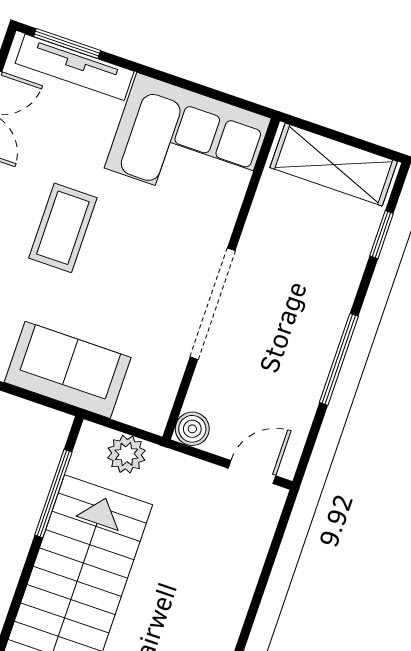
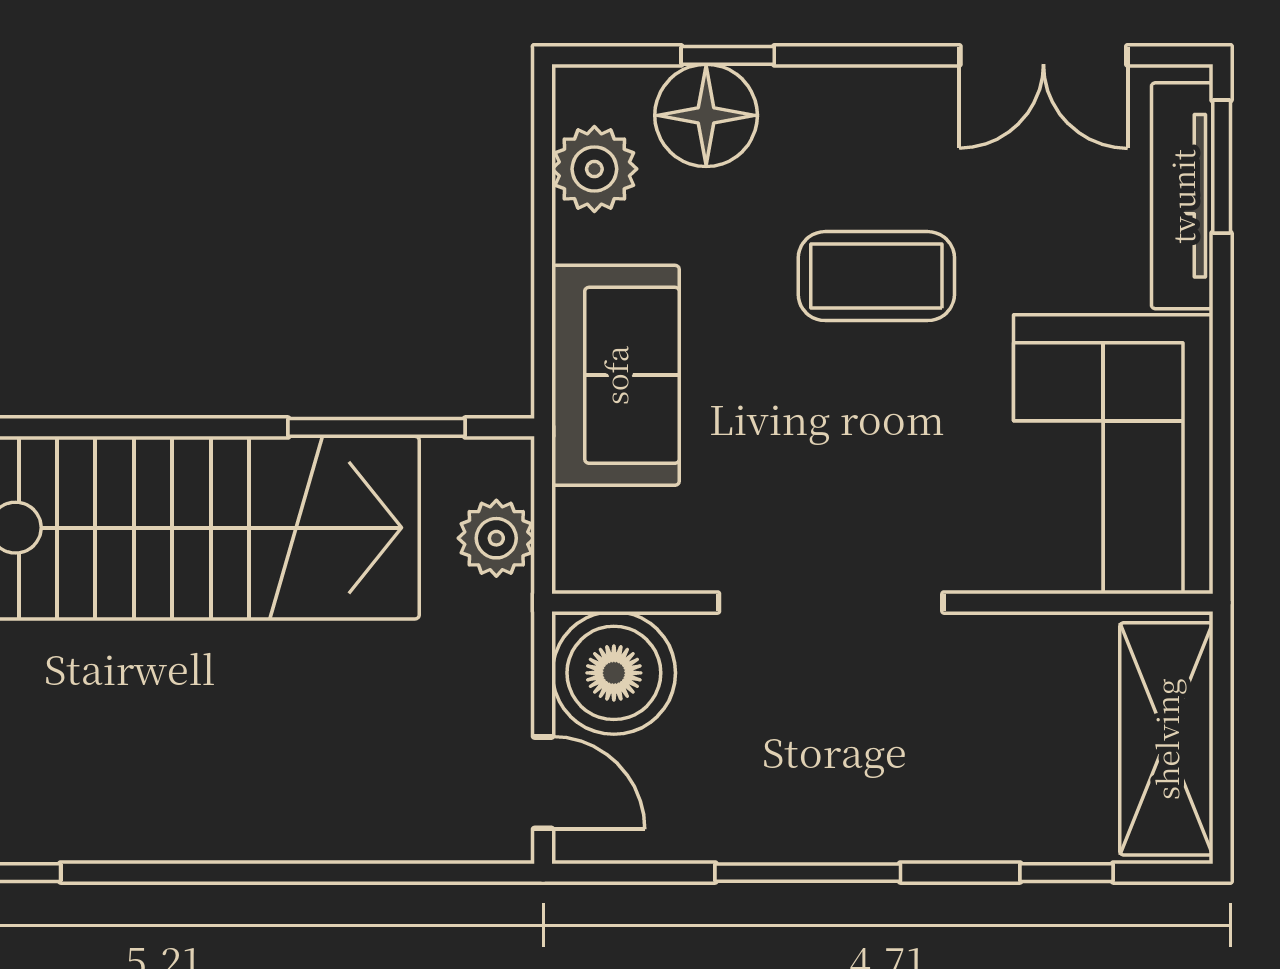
boiler: (192, 429) -> (614, 673), width x1.86, depth x1.86

